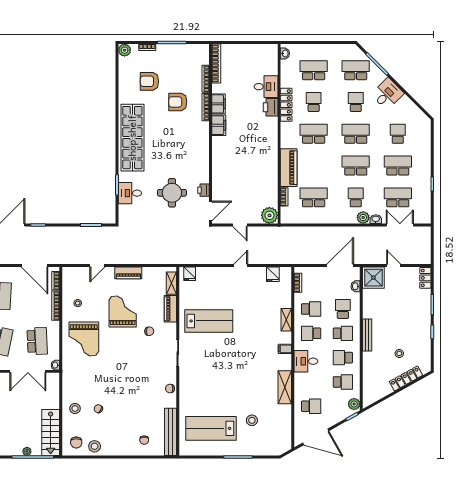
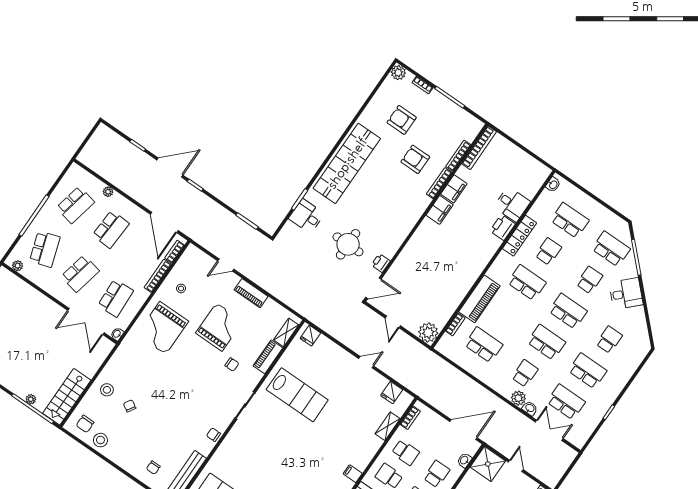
shelving: (286, 320) -> (388, 426), moved

